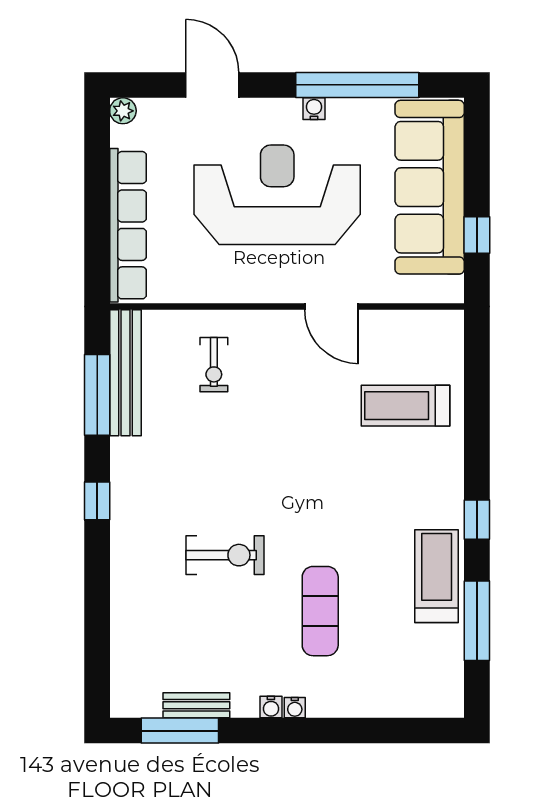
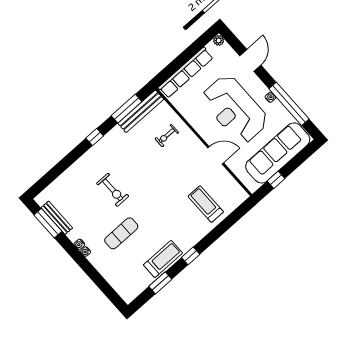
reception desk: (277, 195) -> (235, 109), turned 180
door: (331, 307) -> (216, 155), swing flipped
window: (477, 621) -> (160, 283), width x0.69
bench: (196, 705) -> (57, 218), width x1.36

